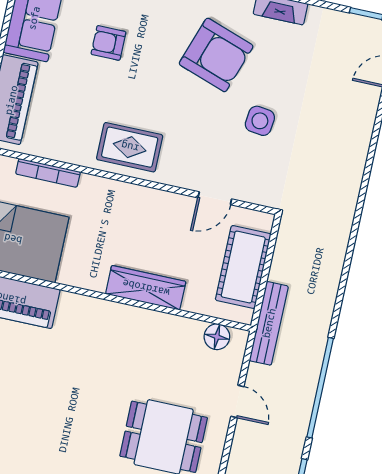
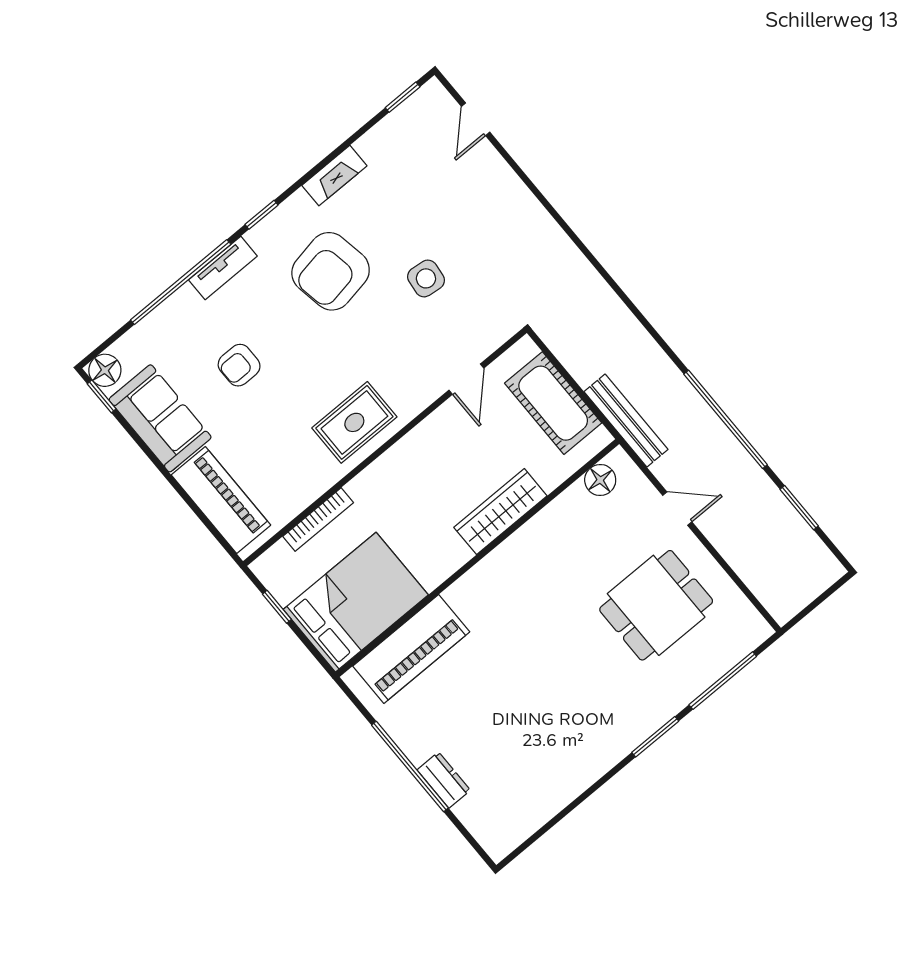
armchair: (216, 55) -> (331, 271), turned 151

